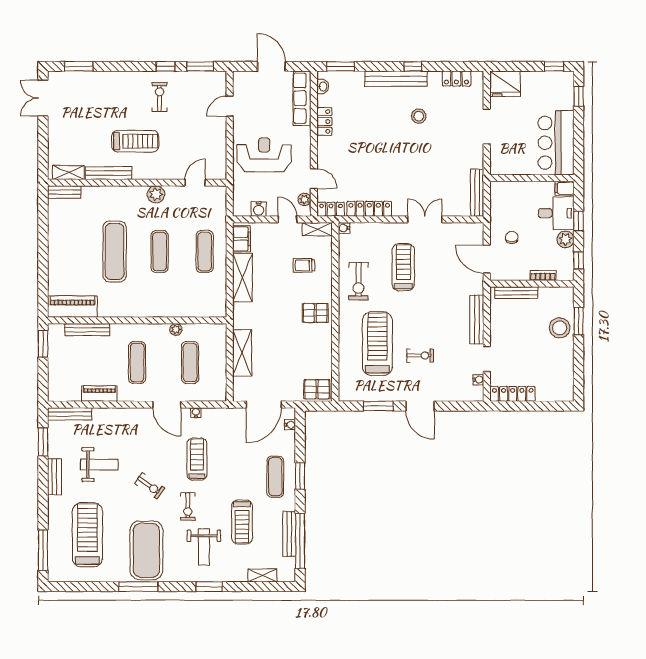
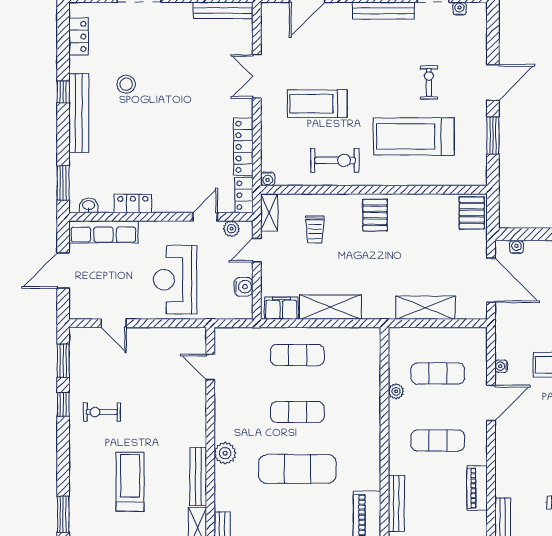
treadmill: (135, 141) -> (130, 482), moved
plant: (156, 194) -> (225, 453), moved

